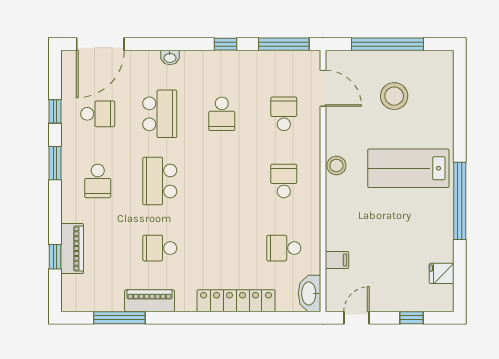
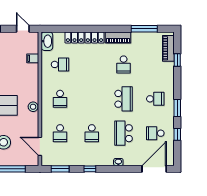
window: (284, 44) -> (60, 169), width x0.69
school desk: (222, 114) -> (92, 133), turned 180
school desk: (98, 181) -> (155, 99), turned 90
school desk: (160, 248) -> (124, 64), turned 90
piano: (72, 249) -> (168, 48), moved
piano: (150, 301) -> (118, 37), moved
door: (357, 318) -> (23, 29), swing flipped

